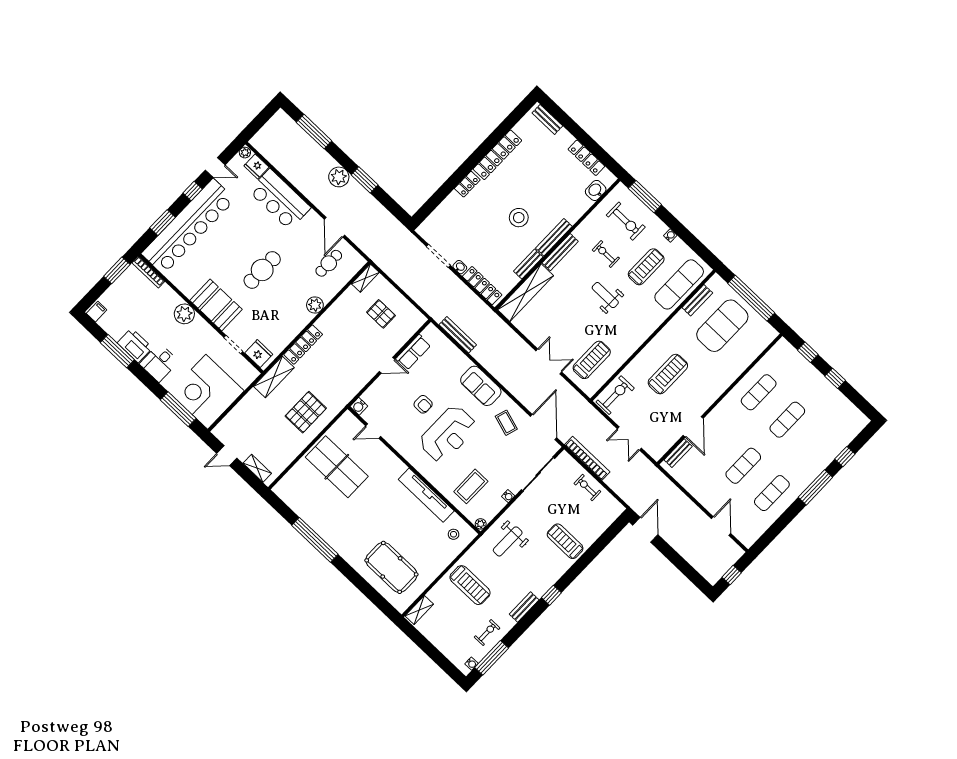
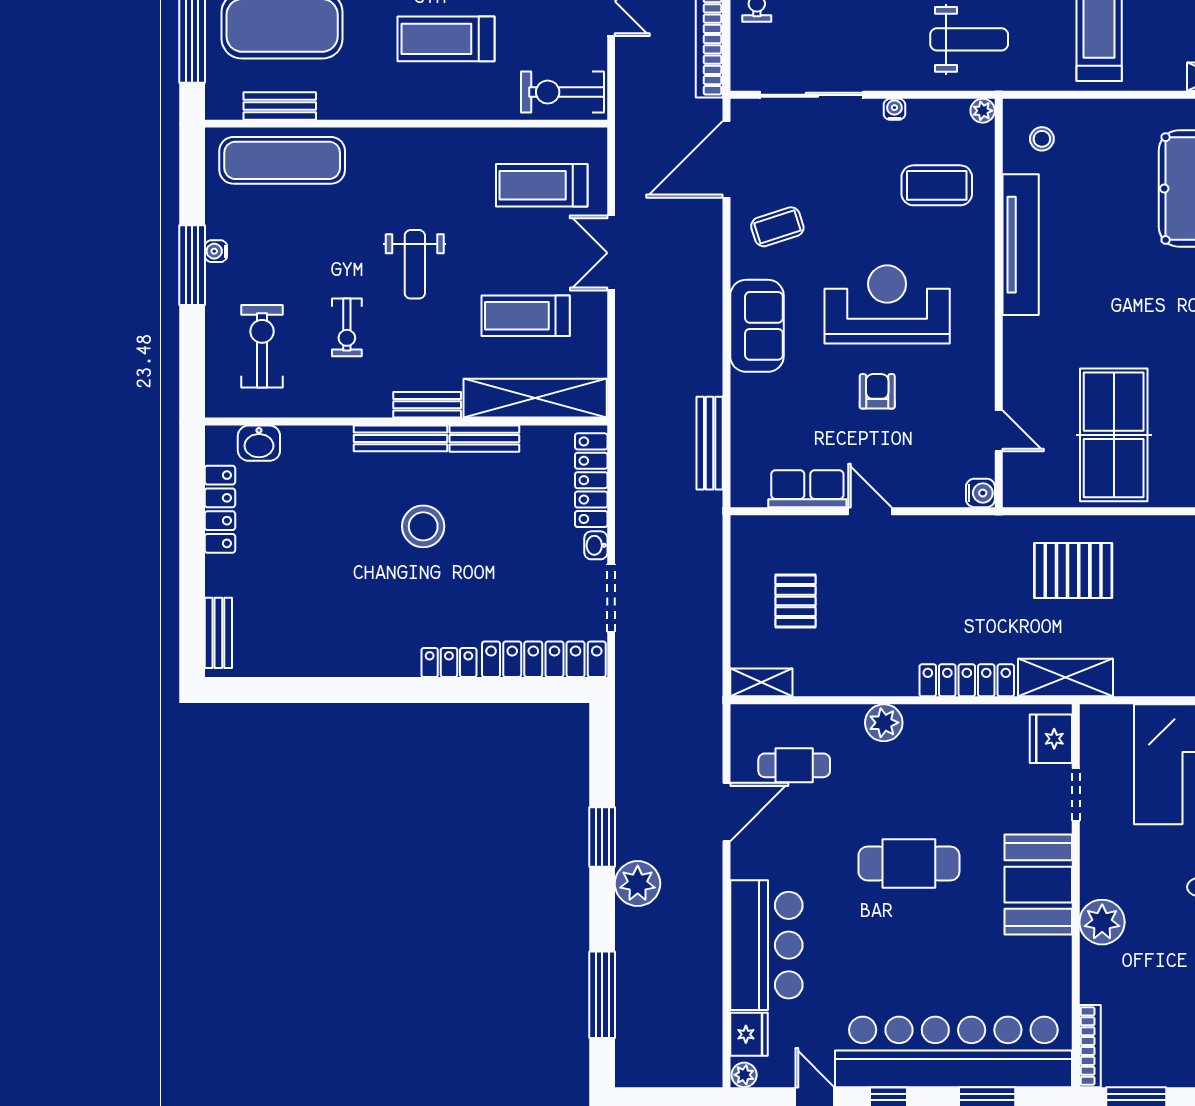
locker: (497, 155) -> (544, 659), moved
window: (645, 197) -> (192, 265), moved
bench: (560, 252) -> (427, 405), width x0.73
treadmill: (646, 267) -> (526, 316), moved
coffee table: (506, 423) -> (777, 227), turned 55

